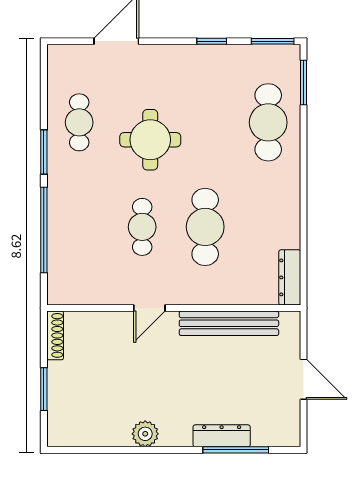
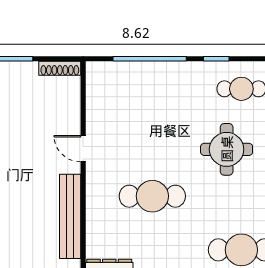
window: (44, 152) -> (216, 59), width x0.67
cafe table: (142, 227) -> (152, 143), removed

